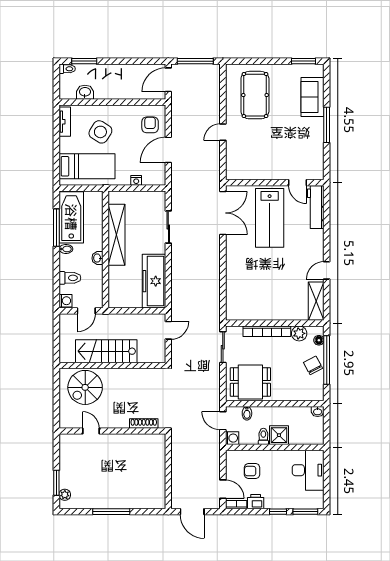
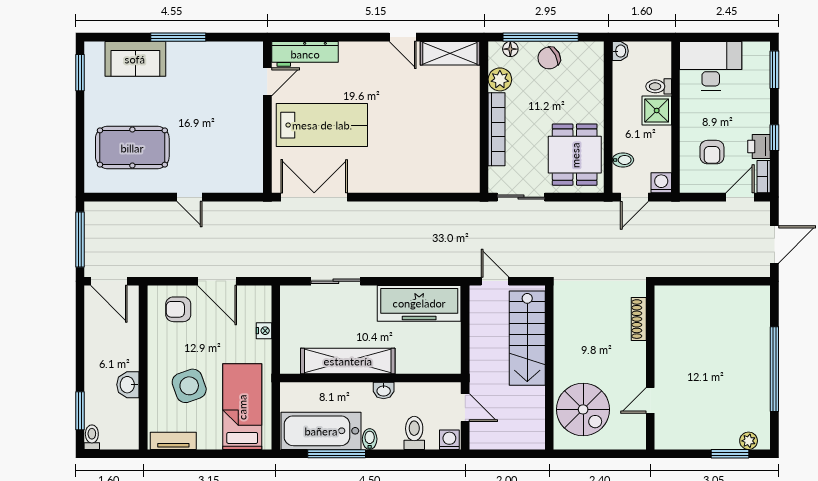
washbasin: (85, 92) -> (128, 385), moved
side table: (100, 132) -> (189, 386), turned 38
stairs: (106, 351) -> (527, 338), moved
toilet: (263, 436) -> (659, 86), moved
window: (111, 512) -> (774, 369), width x1.46
window: (278, 512) -> (774, 138), moved

